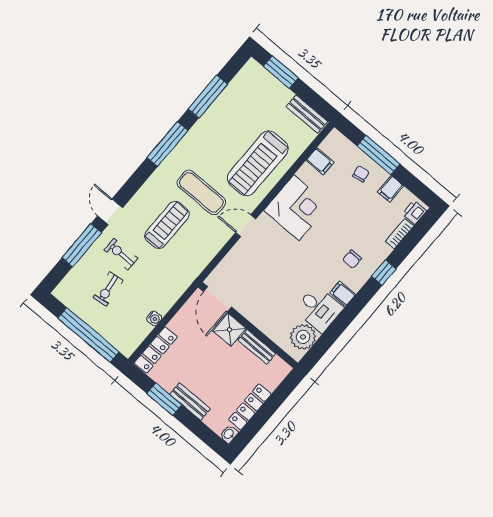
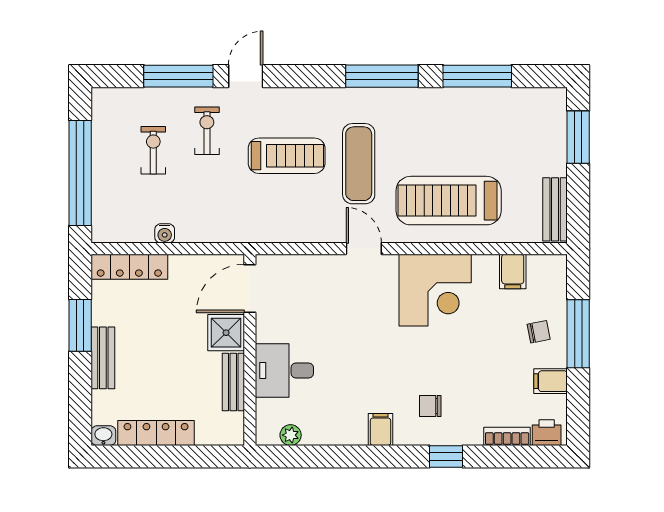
exercise bike: (108, 289) -> (153, 150), turned 97
desk: (319, 309) -> (284, 370), moved, turned 90
plant: (303, 337) -> (291, 435), width x0.53, depth x0.53

